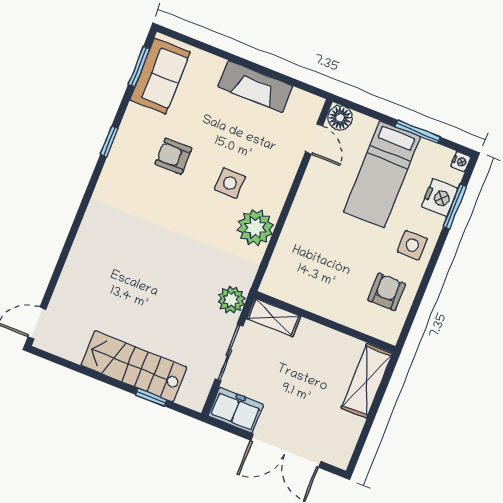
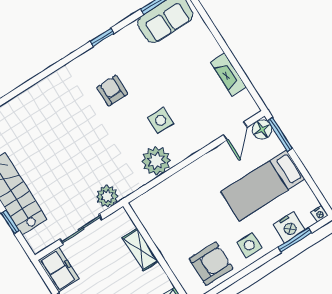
fireplace: (255, 86) -> (228, 75), width x0.73, depth x0.76
window: (418, 132) -> (280, 135), moved
armchair: (173, 156) -> (112, 91), moved
armchair: (387, 292) -> (211, 264), width x1.38, depth x1.38
shelving: (274, 317) -> (140, 250), moved

